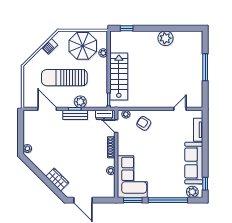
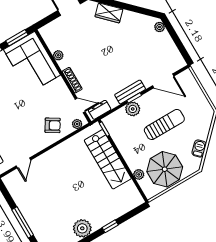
window: (127, 28) -> (110, 226), moved
sun lounger: (64, 78) -> (164, 124), width x0.73, depth x0.75

